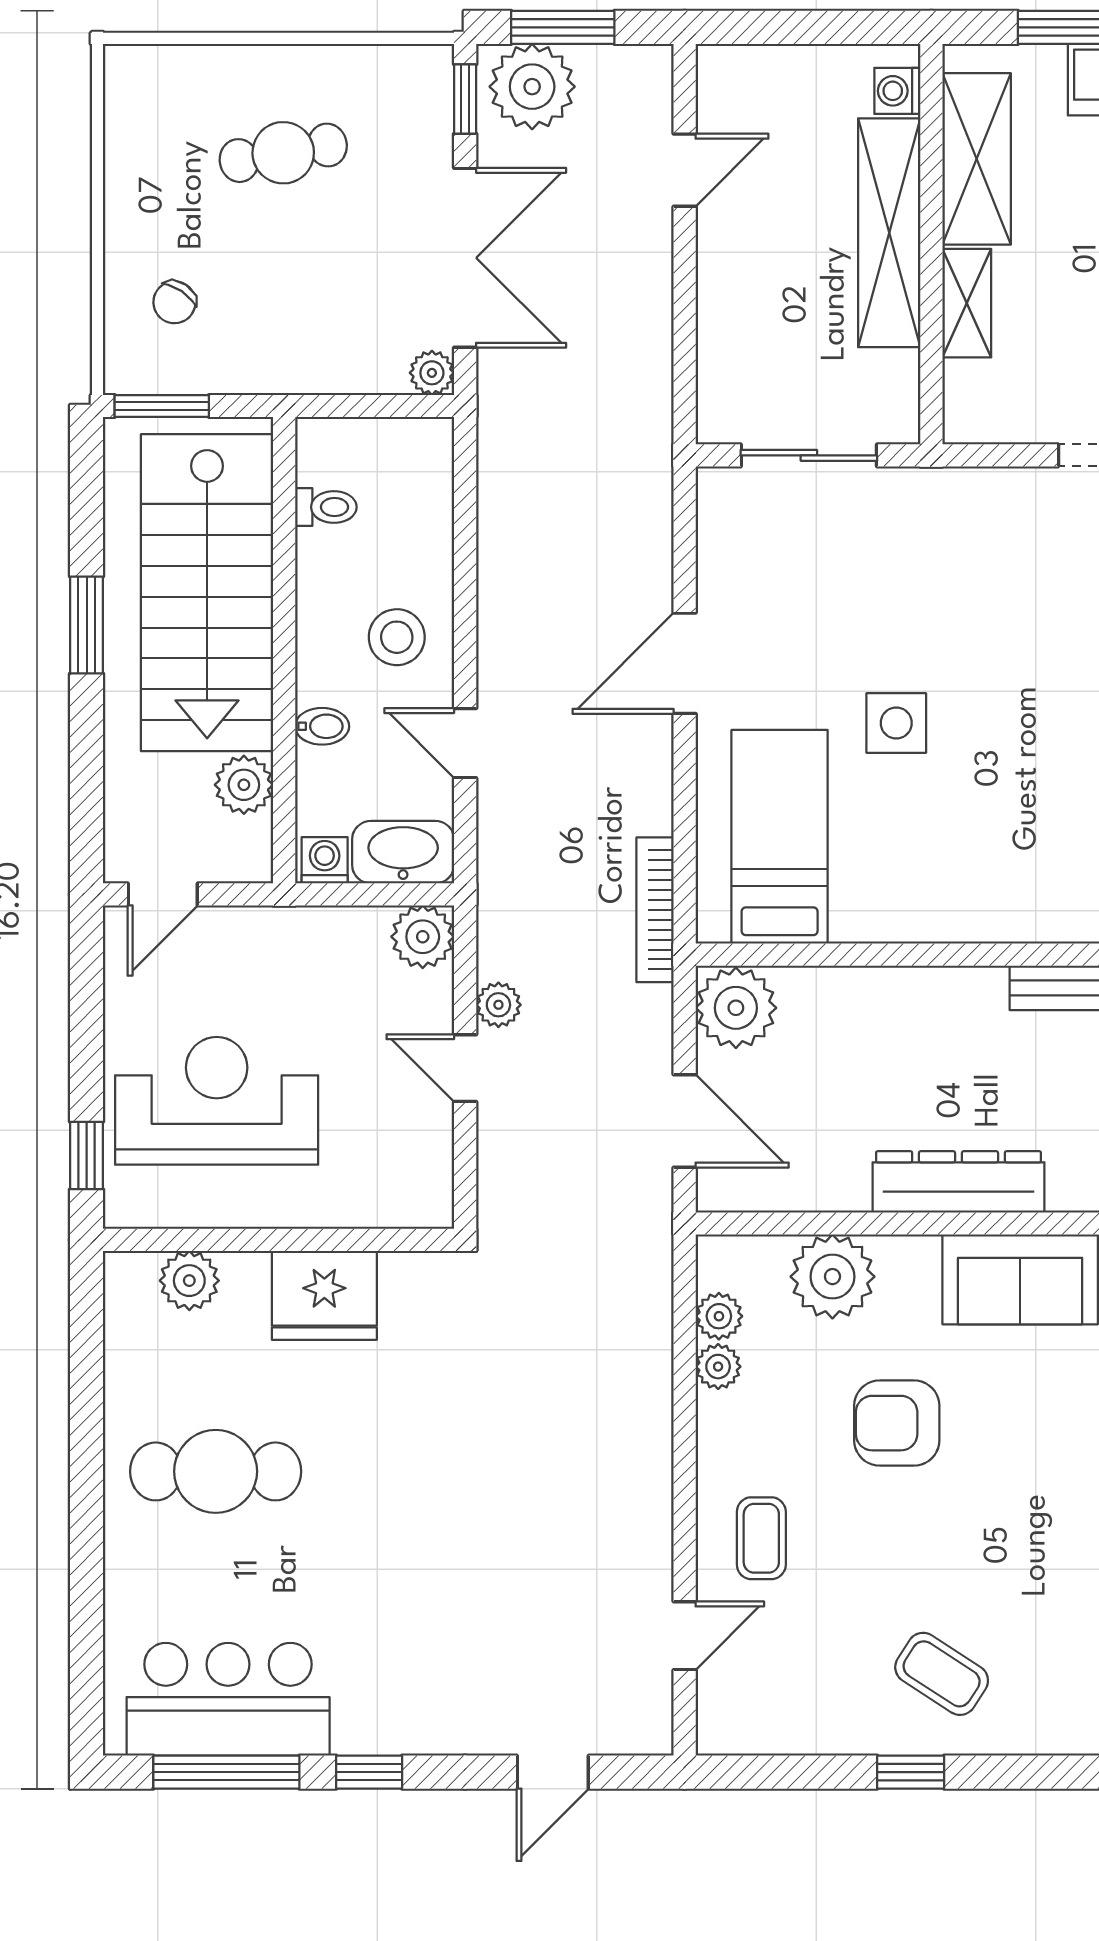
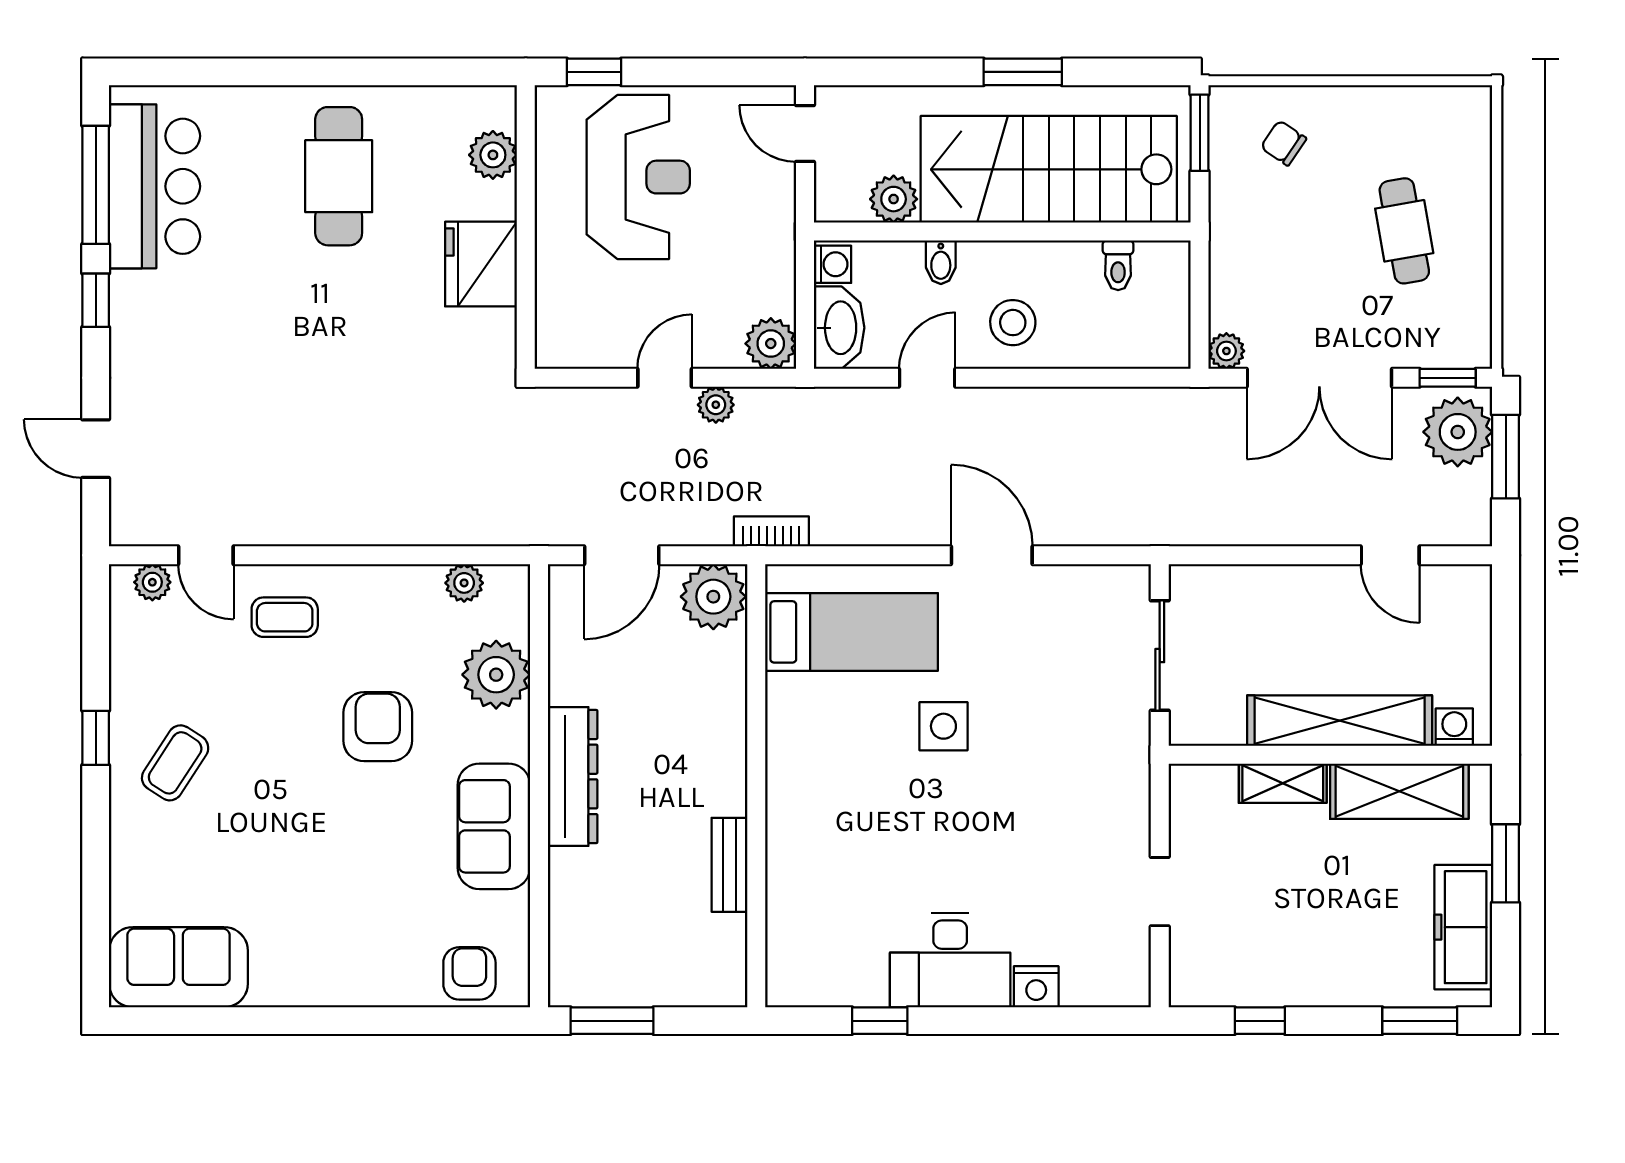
bookcase: (655, 910) -> (771, 531), width x0.64
plant: (718, 1367) -> (152, 582), moved

